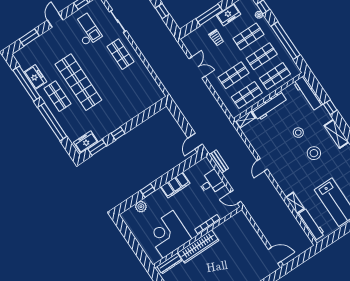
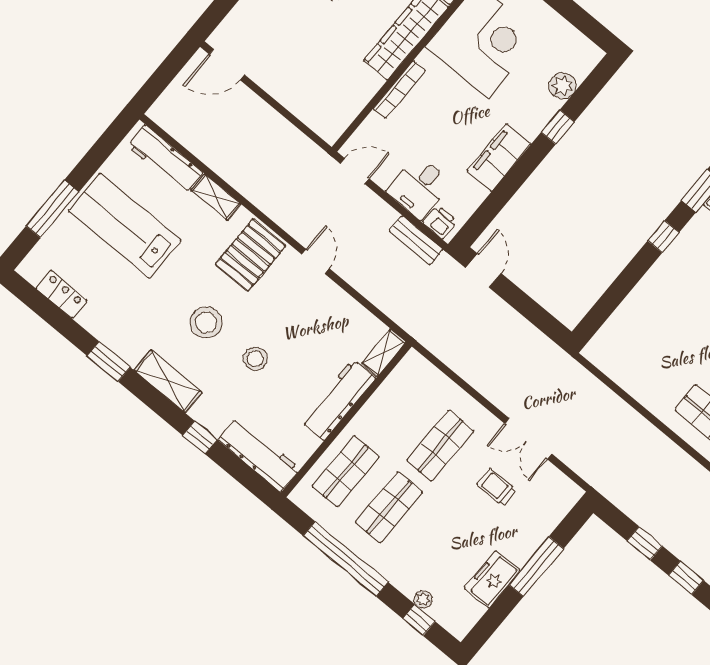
shop shelf: (248, 36) -> (432, 543), removed
trolley: (216, 38) -> (497, 487), moved
shop shelf: (247, 95) -> (397, 410), removed
printer: (207, 166) -> (440, 222), added
pallet: (288, 175) -> (250, 255), added

